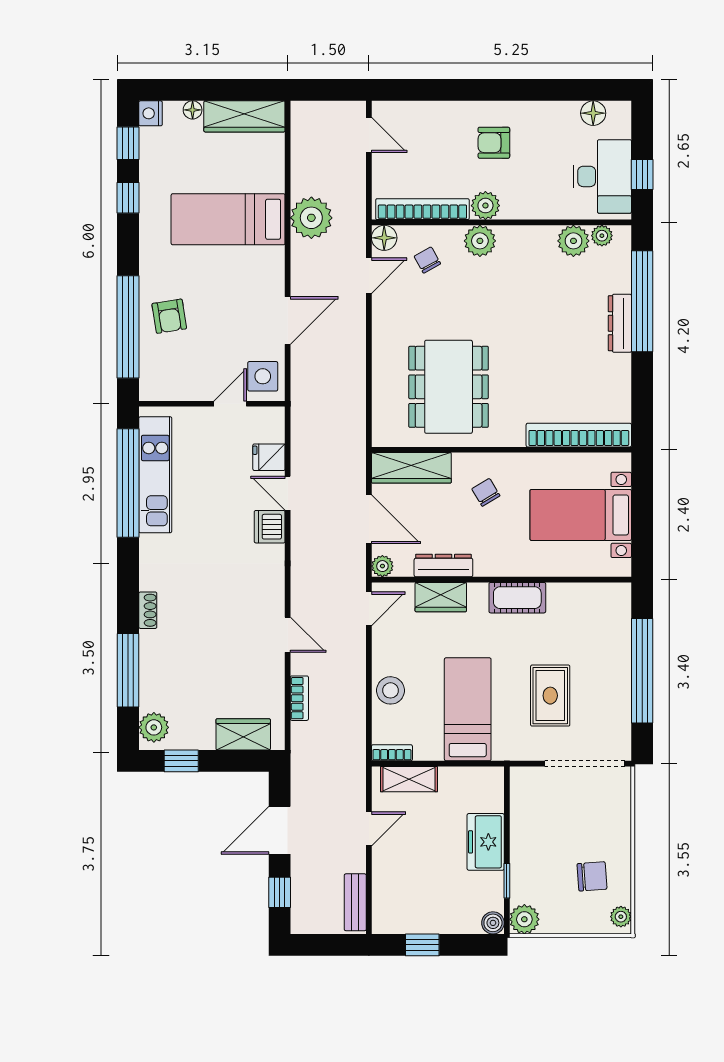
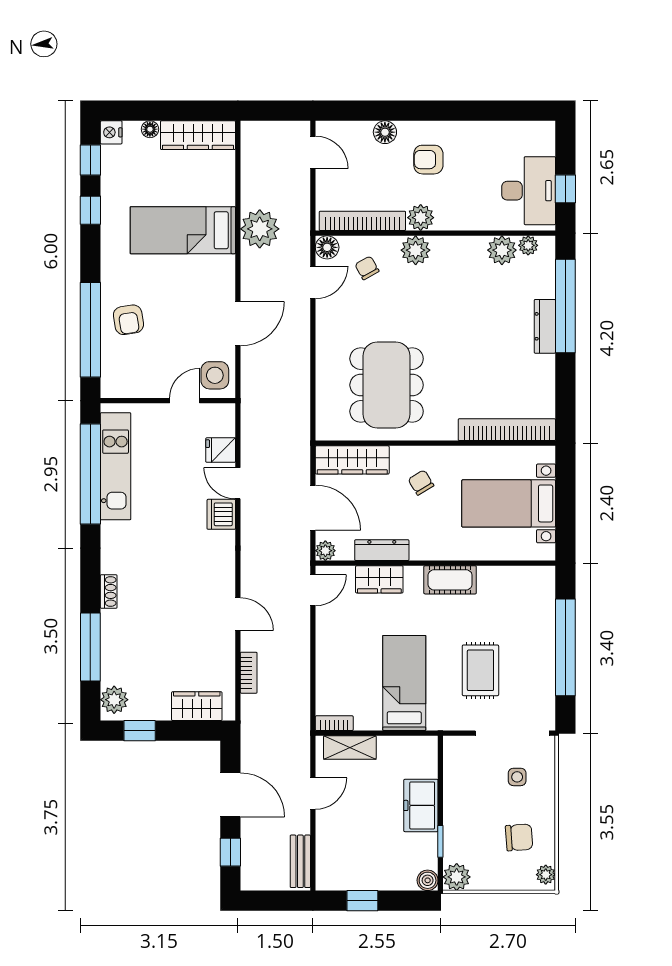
floor lamp: (593, 113) -> (385, 132), moved
stool: (390, 690) -> (333, 666), removed
side table: (590, 811) -> (517, 777), added
door: (280, 830) -> (230, 795), swing flipped

